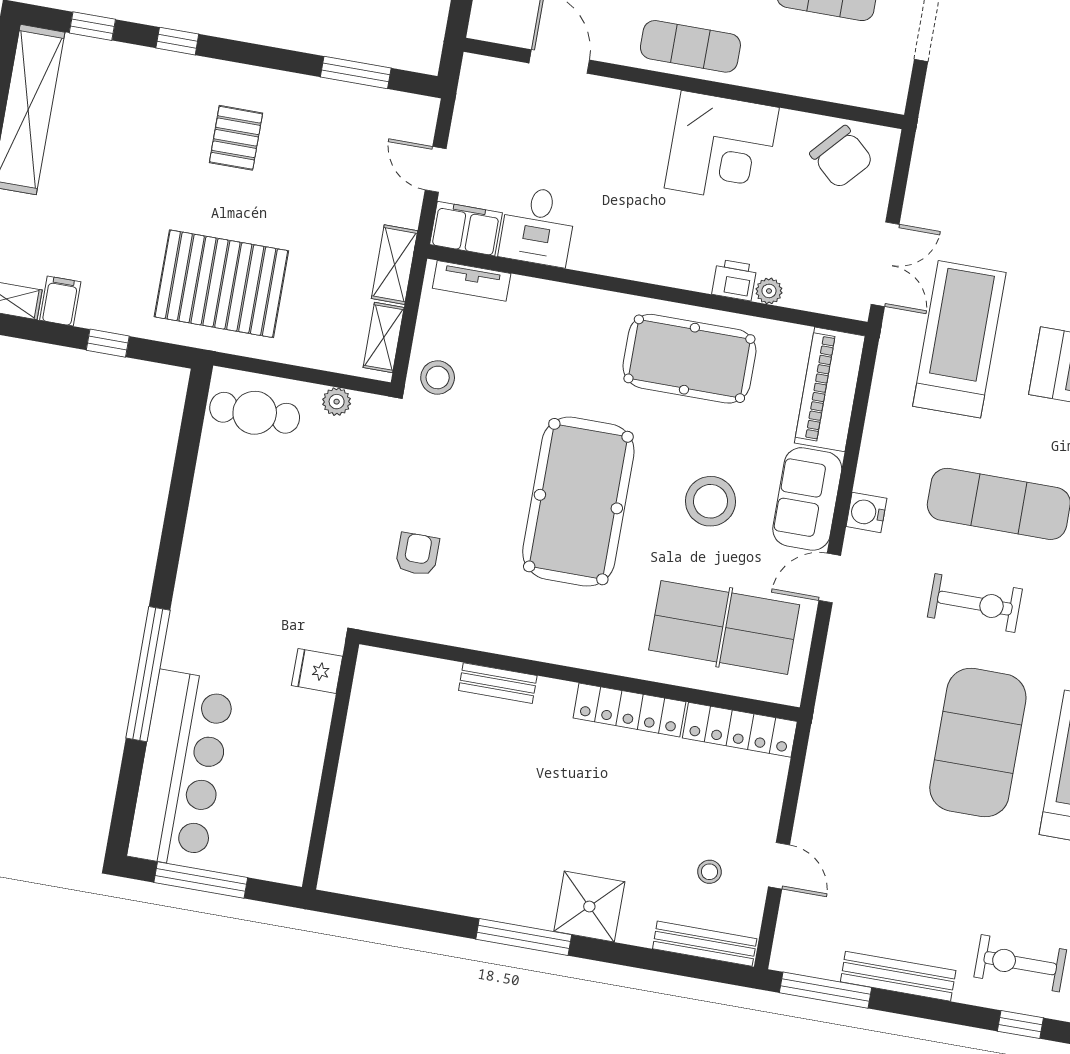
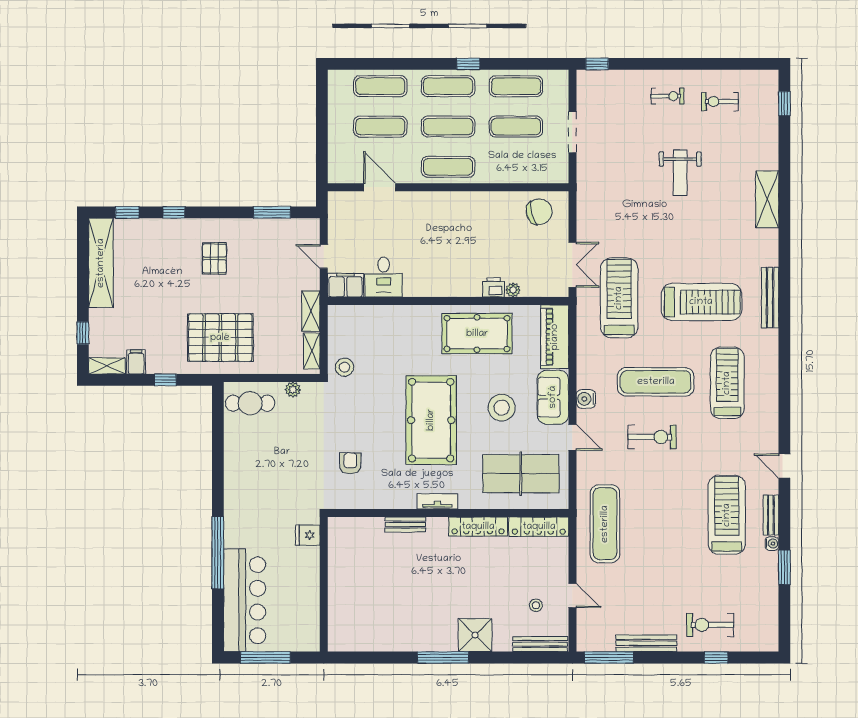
corner desk: (722, 148) -> (474, 218), removed
chair: (842, 157) -> (539, 212), turned -56
tv unit: (472, 281) -> (437, 501), moved, turned 180
door: (830, 578) -> (572, 437), swing flipped
exercise mat: (978, 743) -> (605, 524), moved, width x0.68

